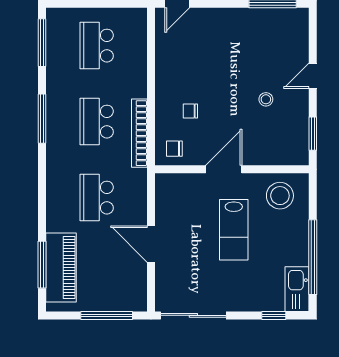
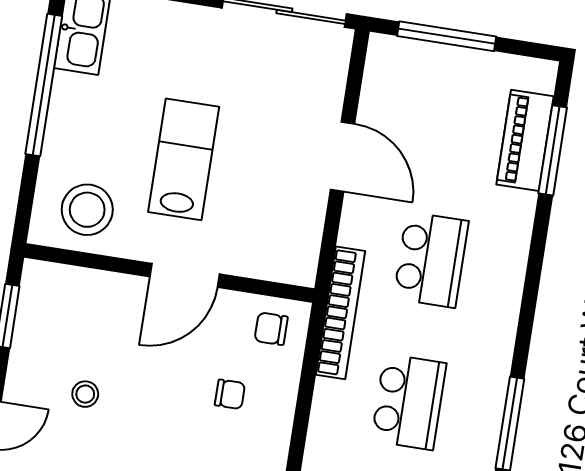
bookcase: (139, 133) -> (340, 313), moved
chair: (174, 149) -> (271, 329), turned 180
piano: (61, 268) -> (525, 140), width x0.73, depth x0.75

